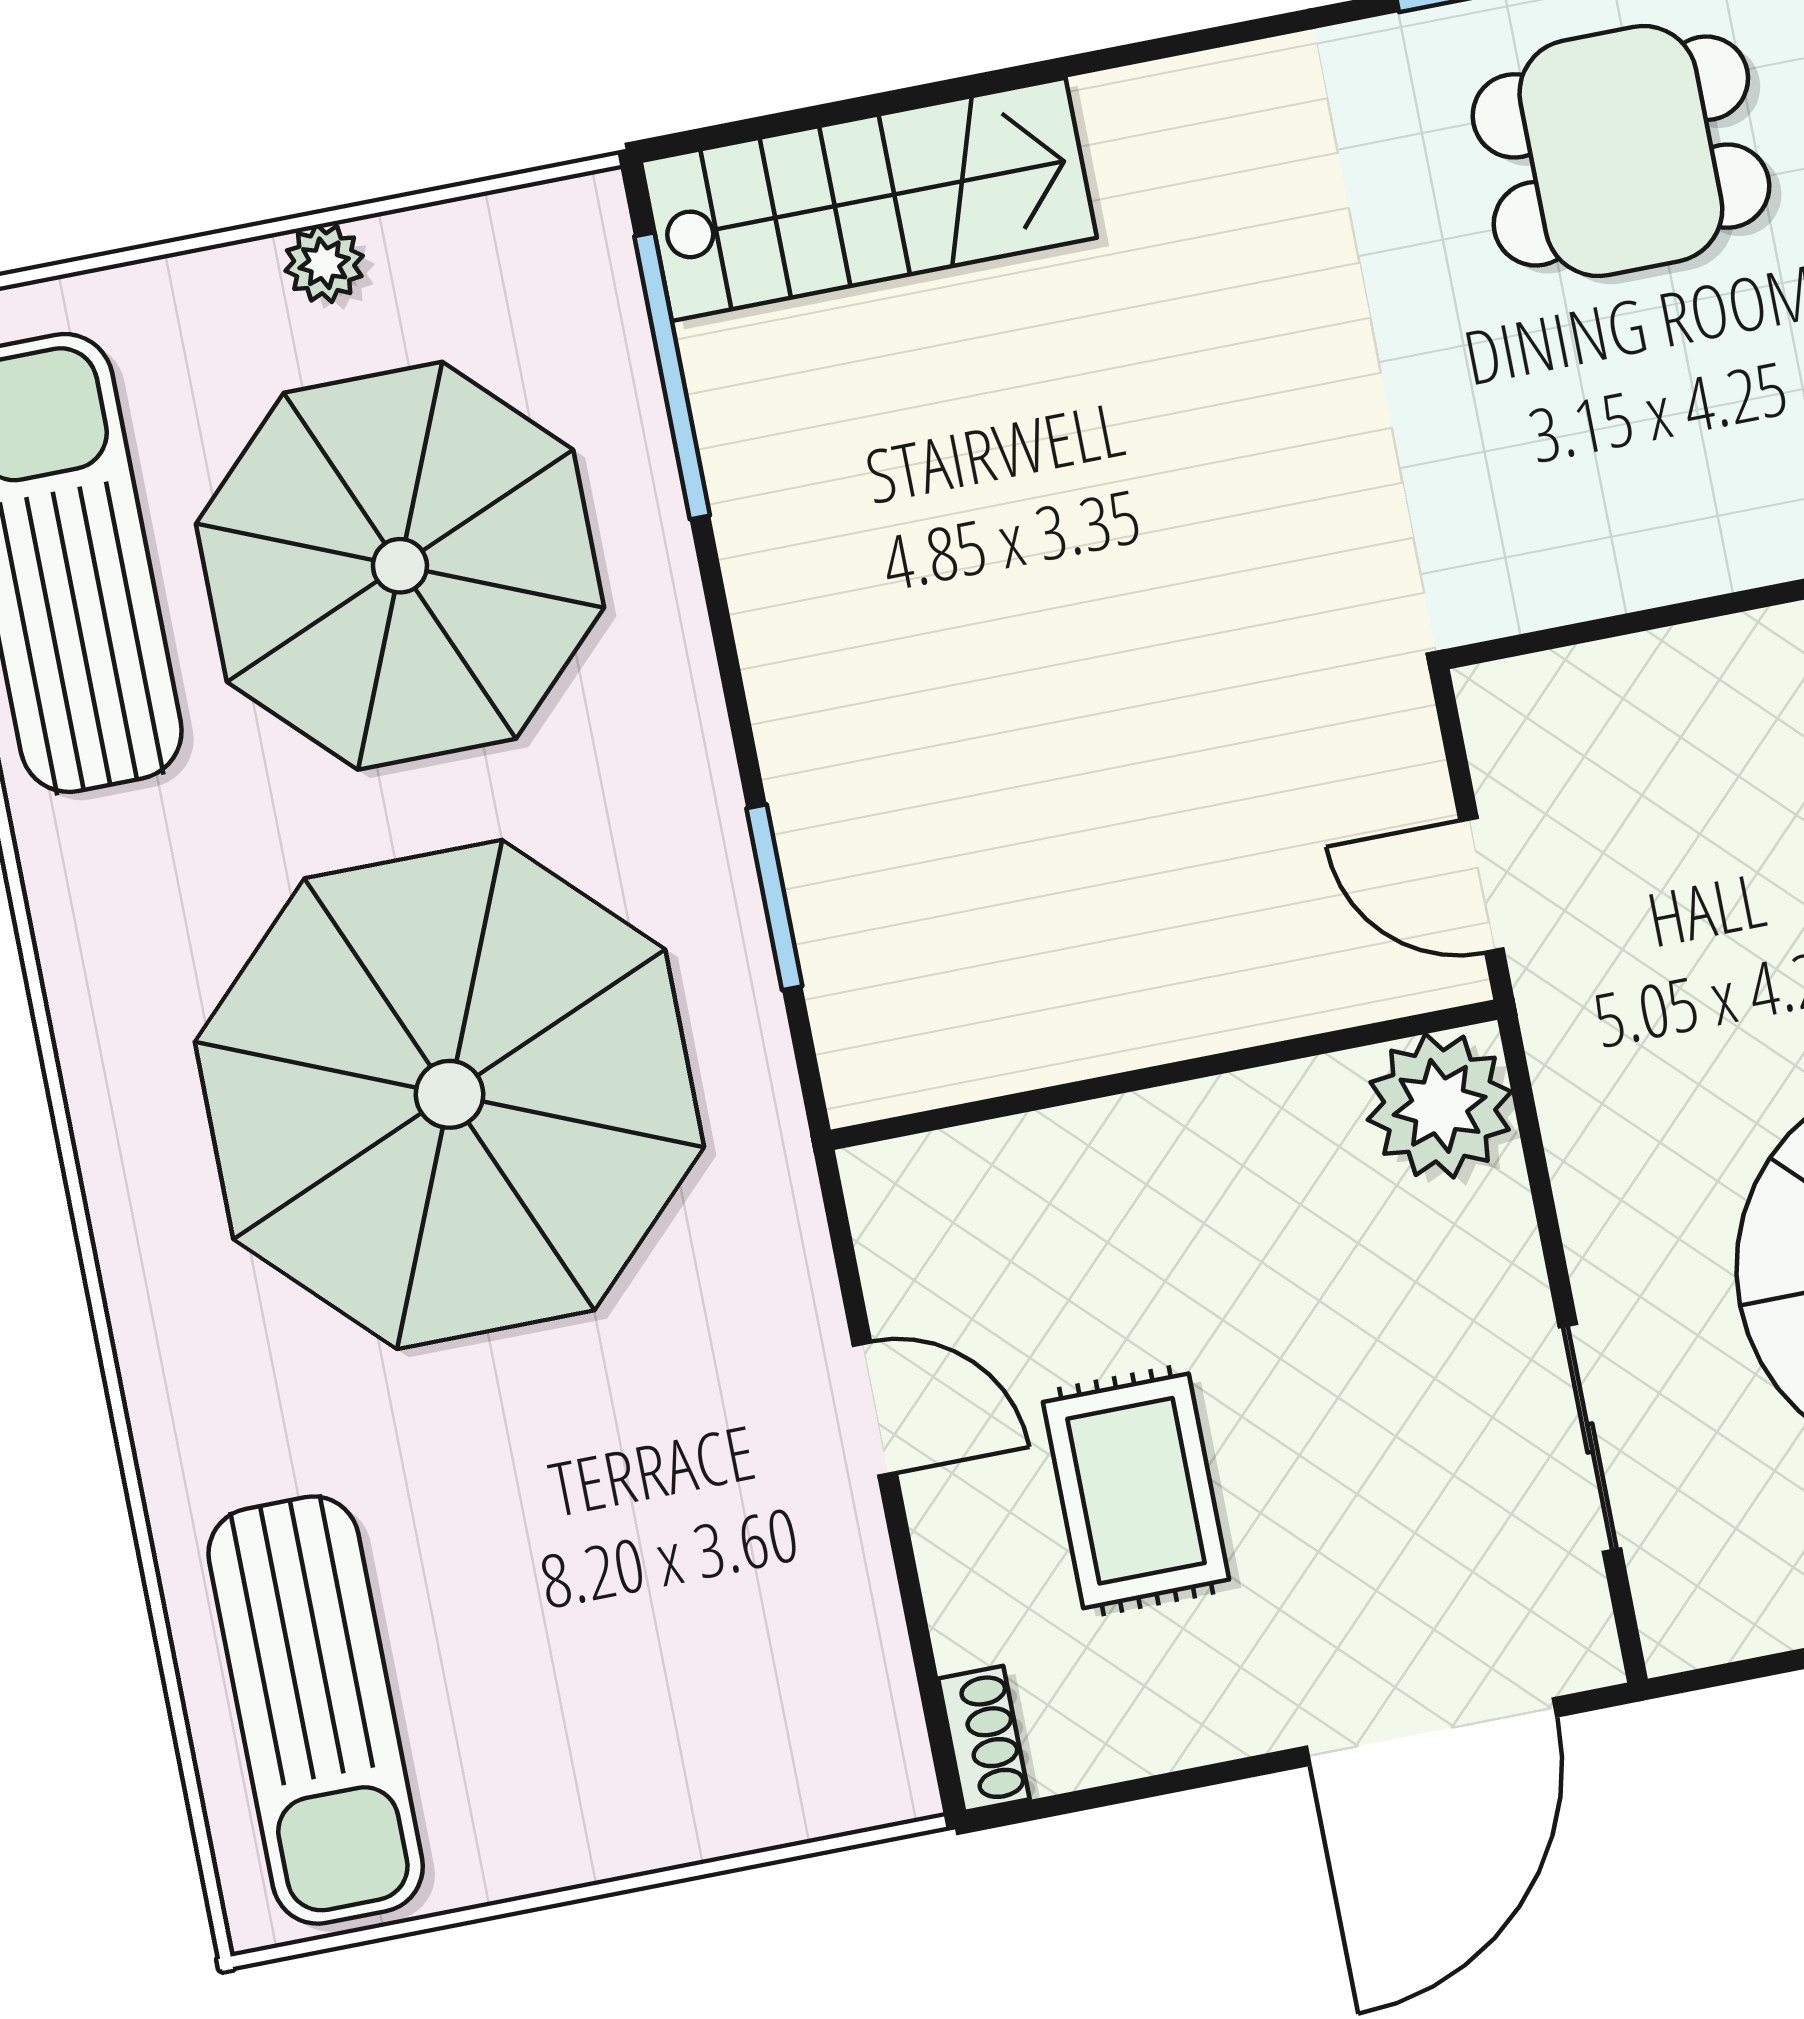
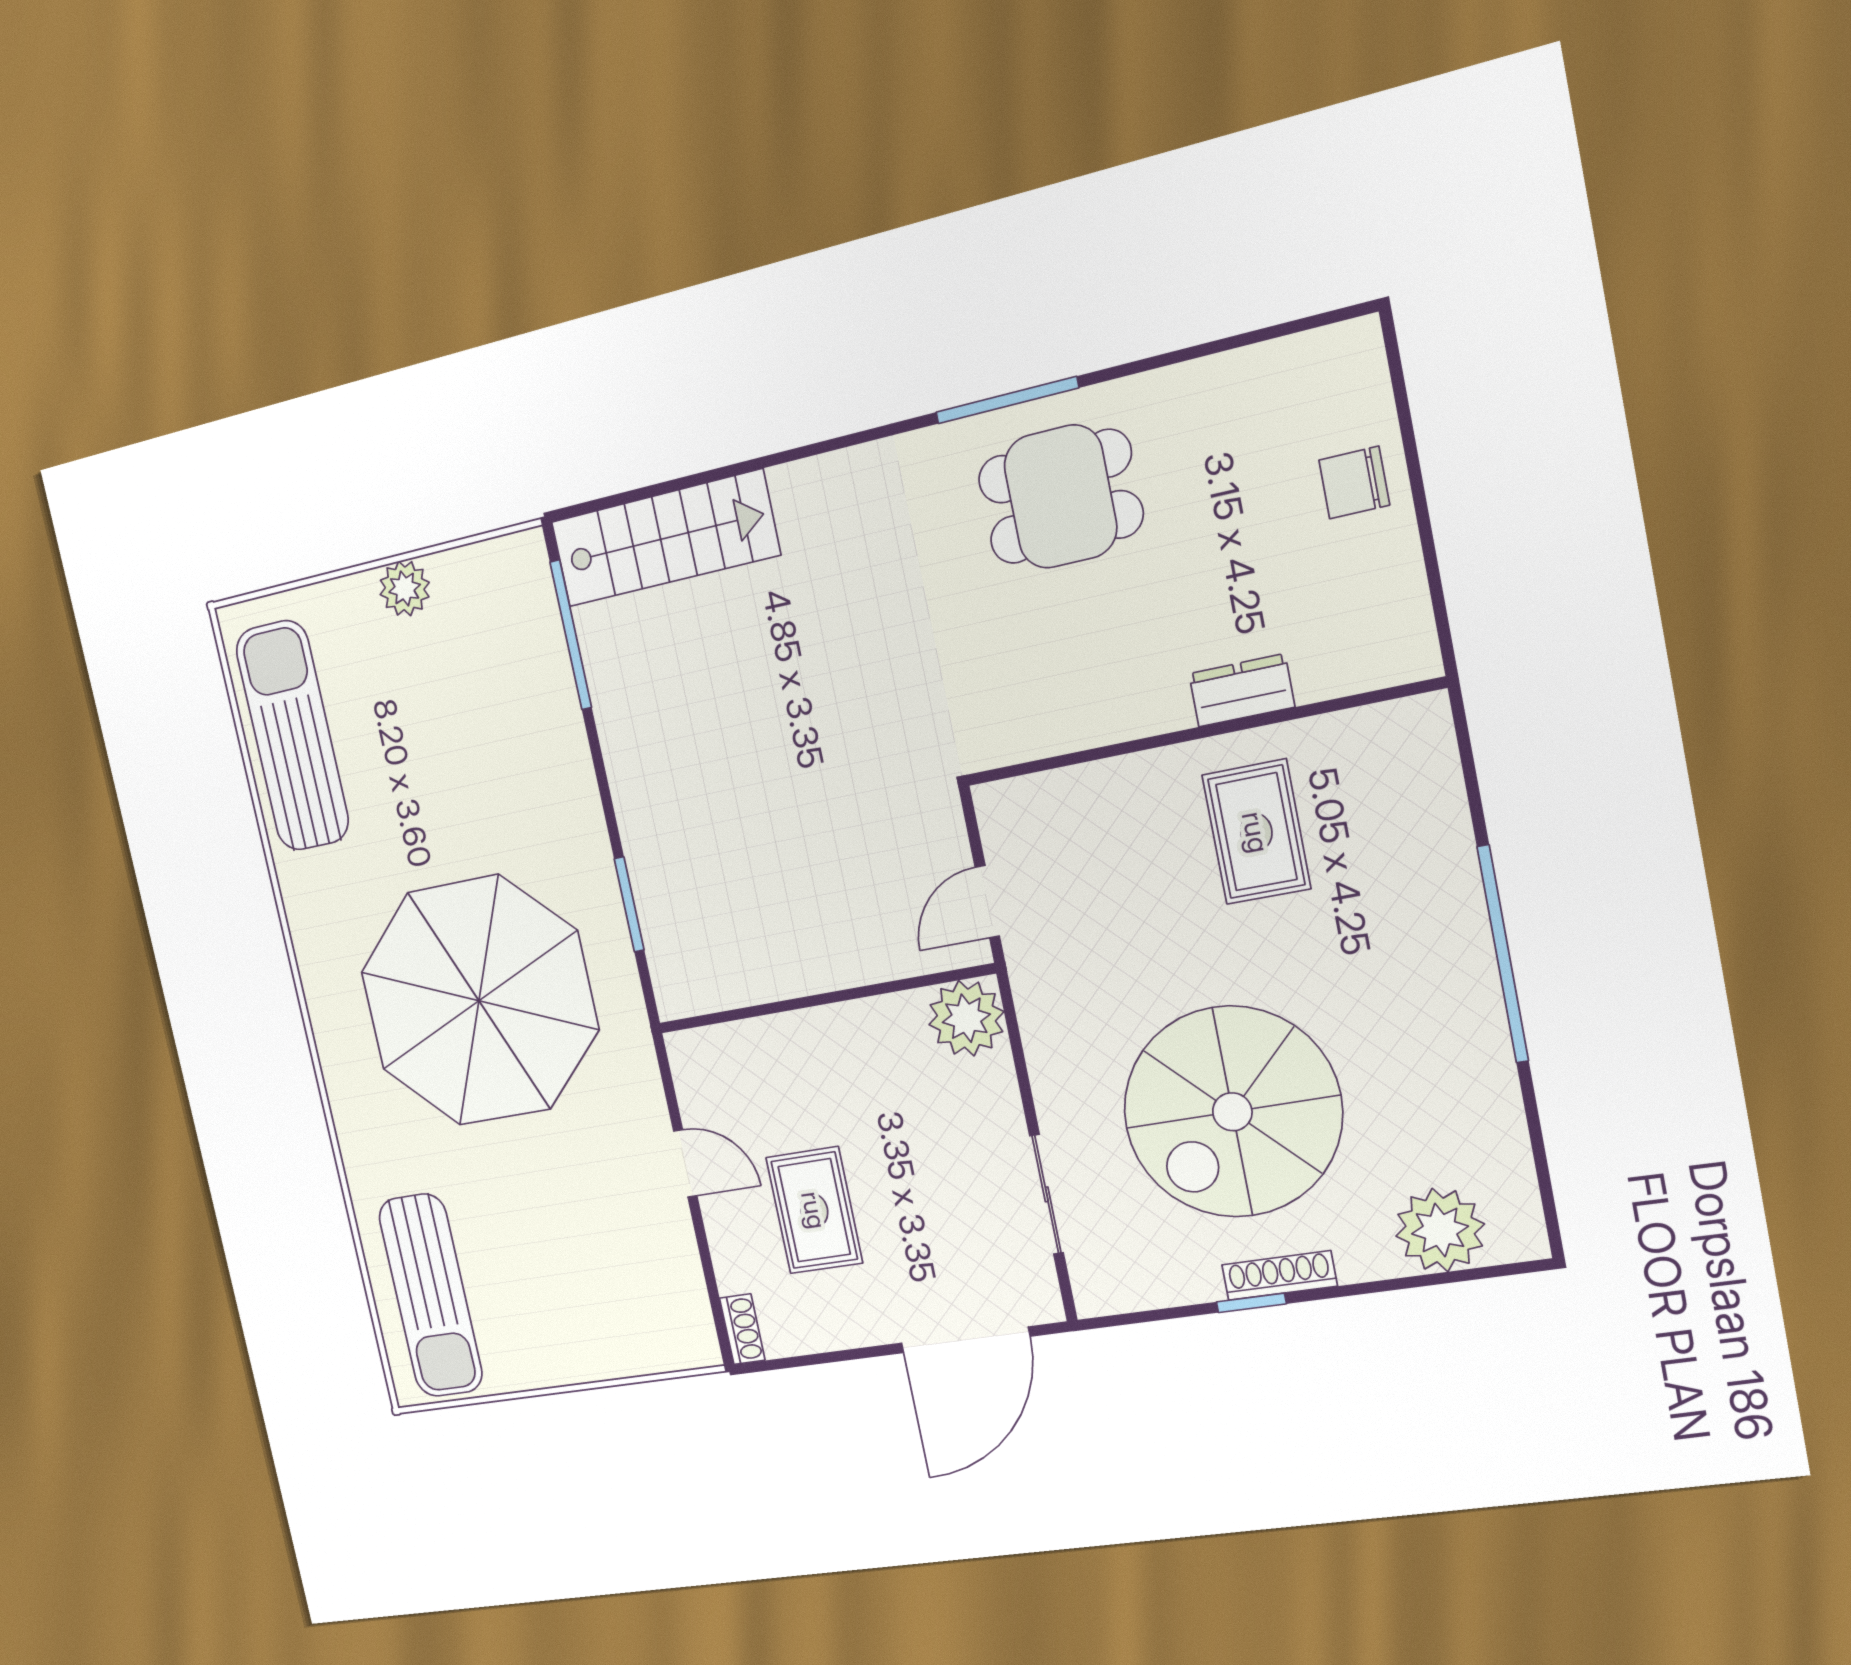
plant: (324, 263) -> (405, 588), width x1.38, depth x1.38
parasol: (400, 566) -> (445, 735), removed
door: (1481, 885) -> (987, 902), hinge flipped

